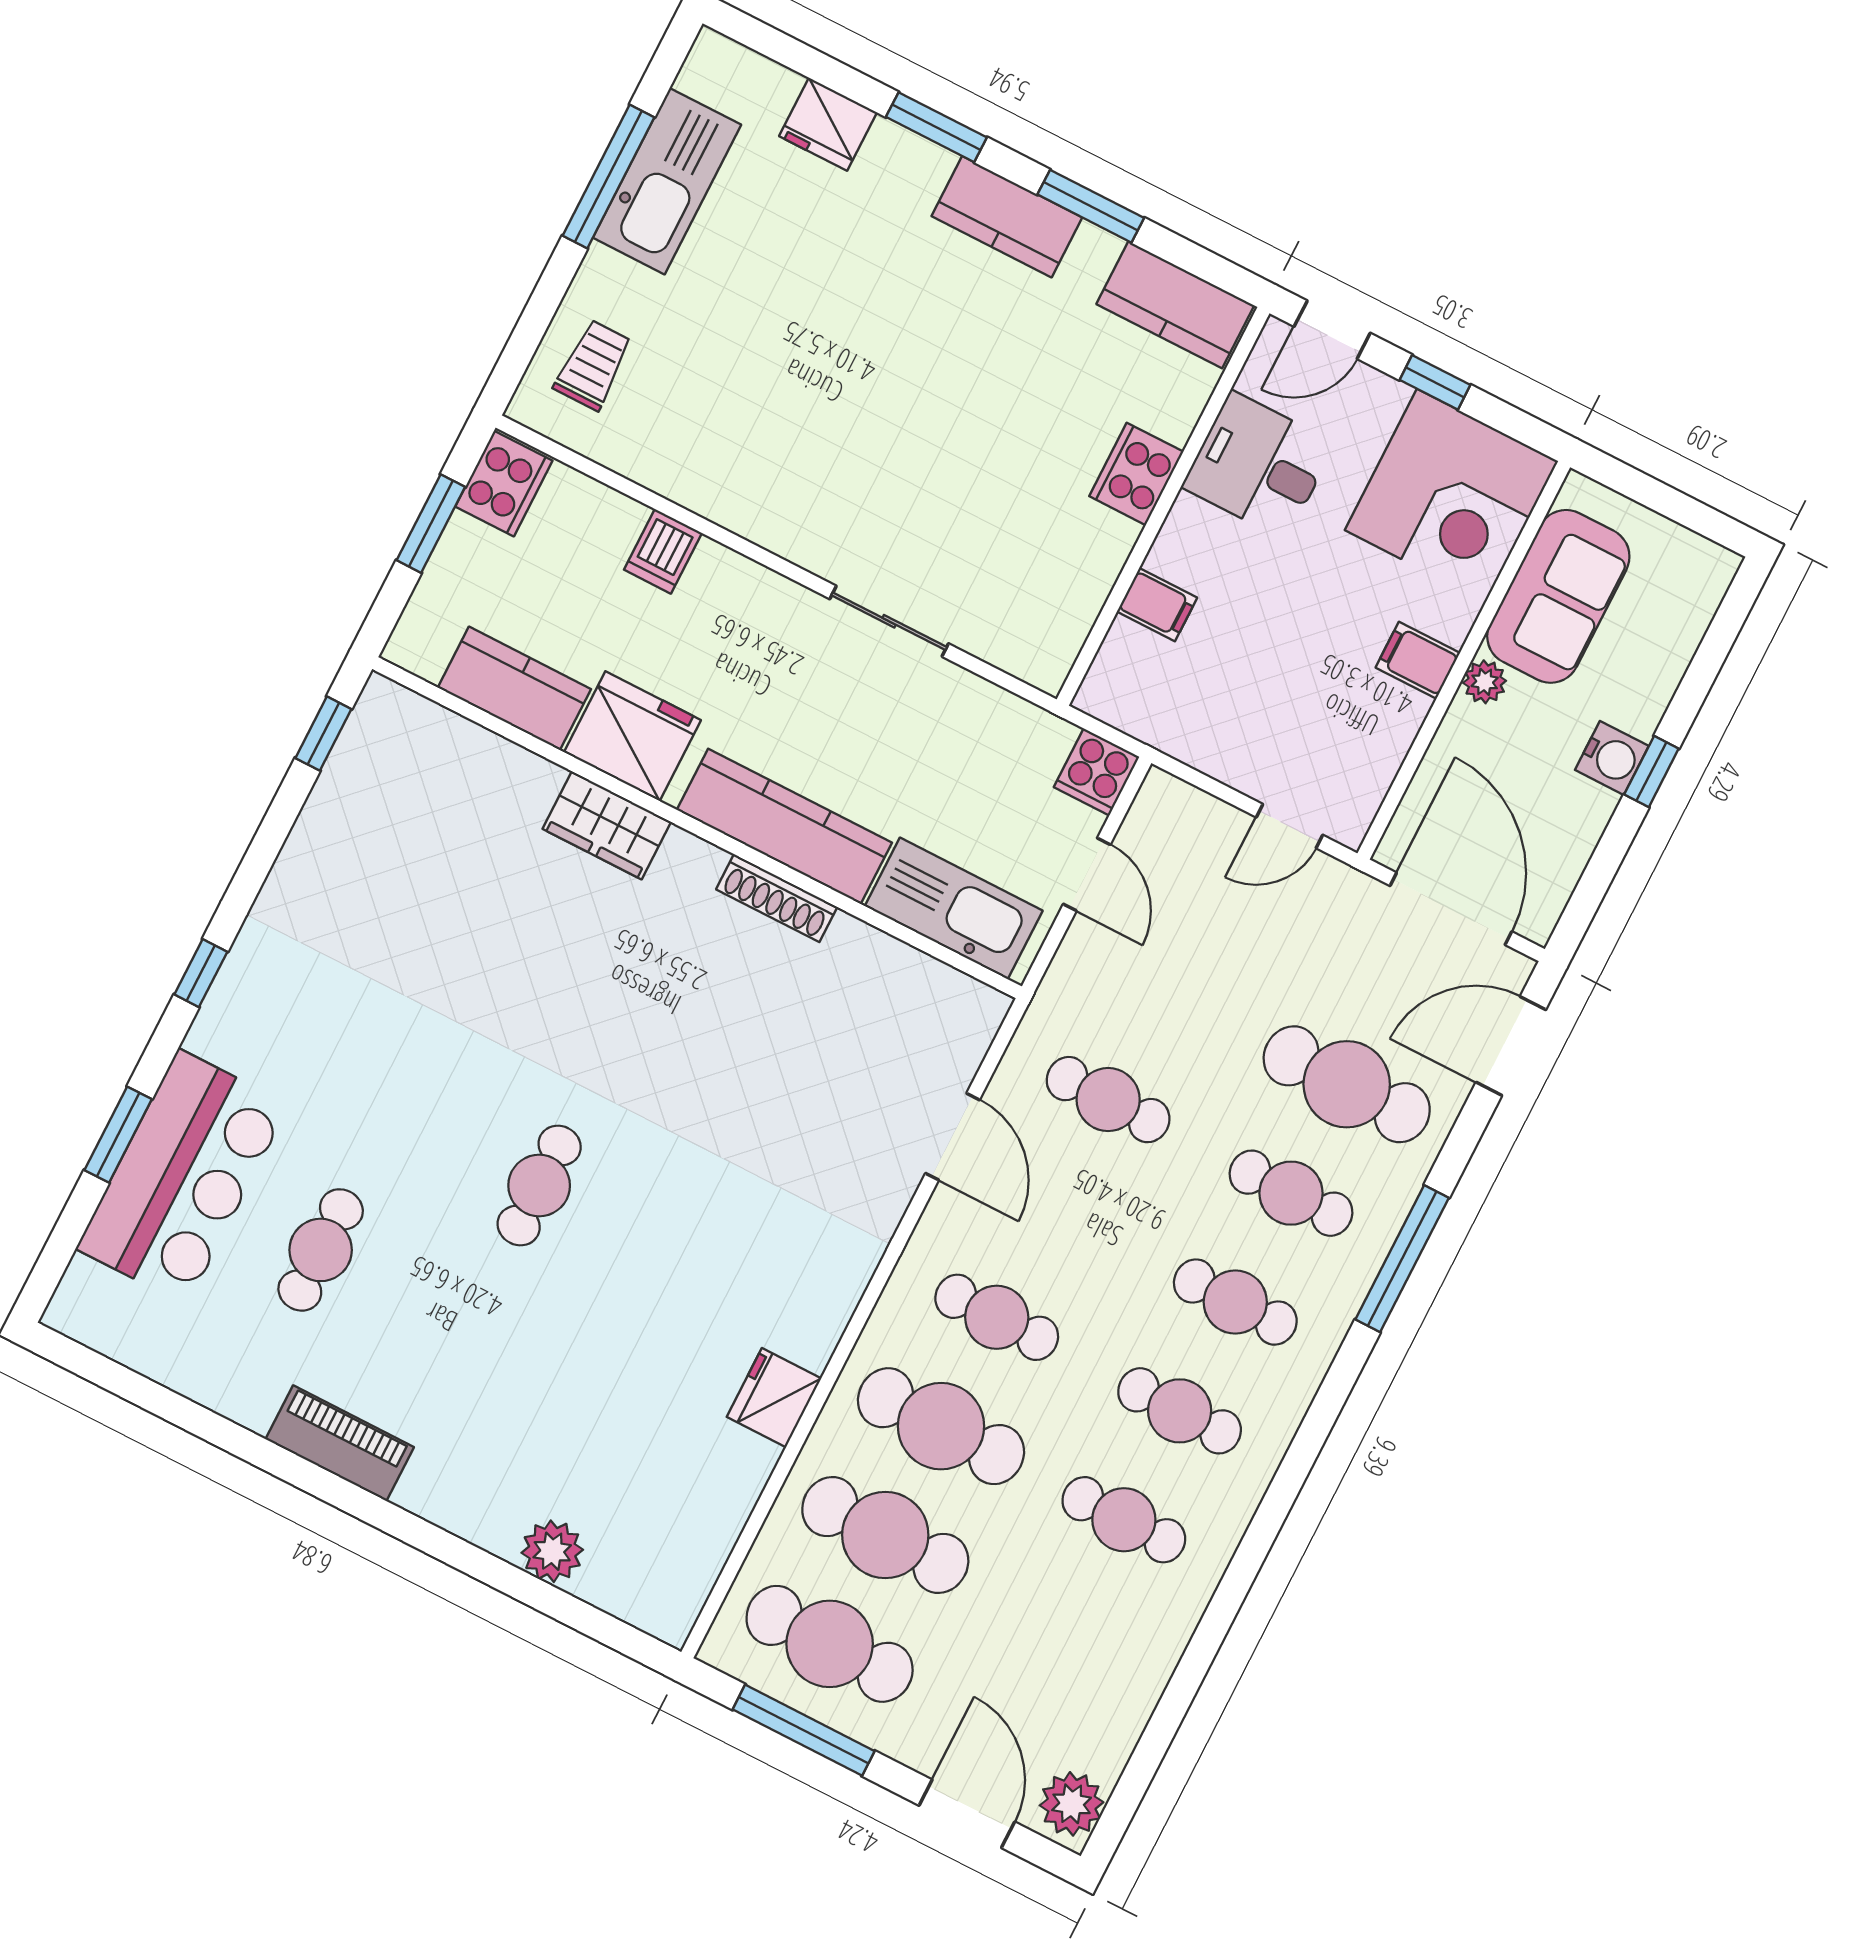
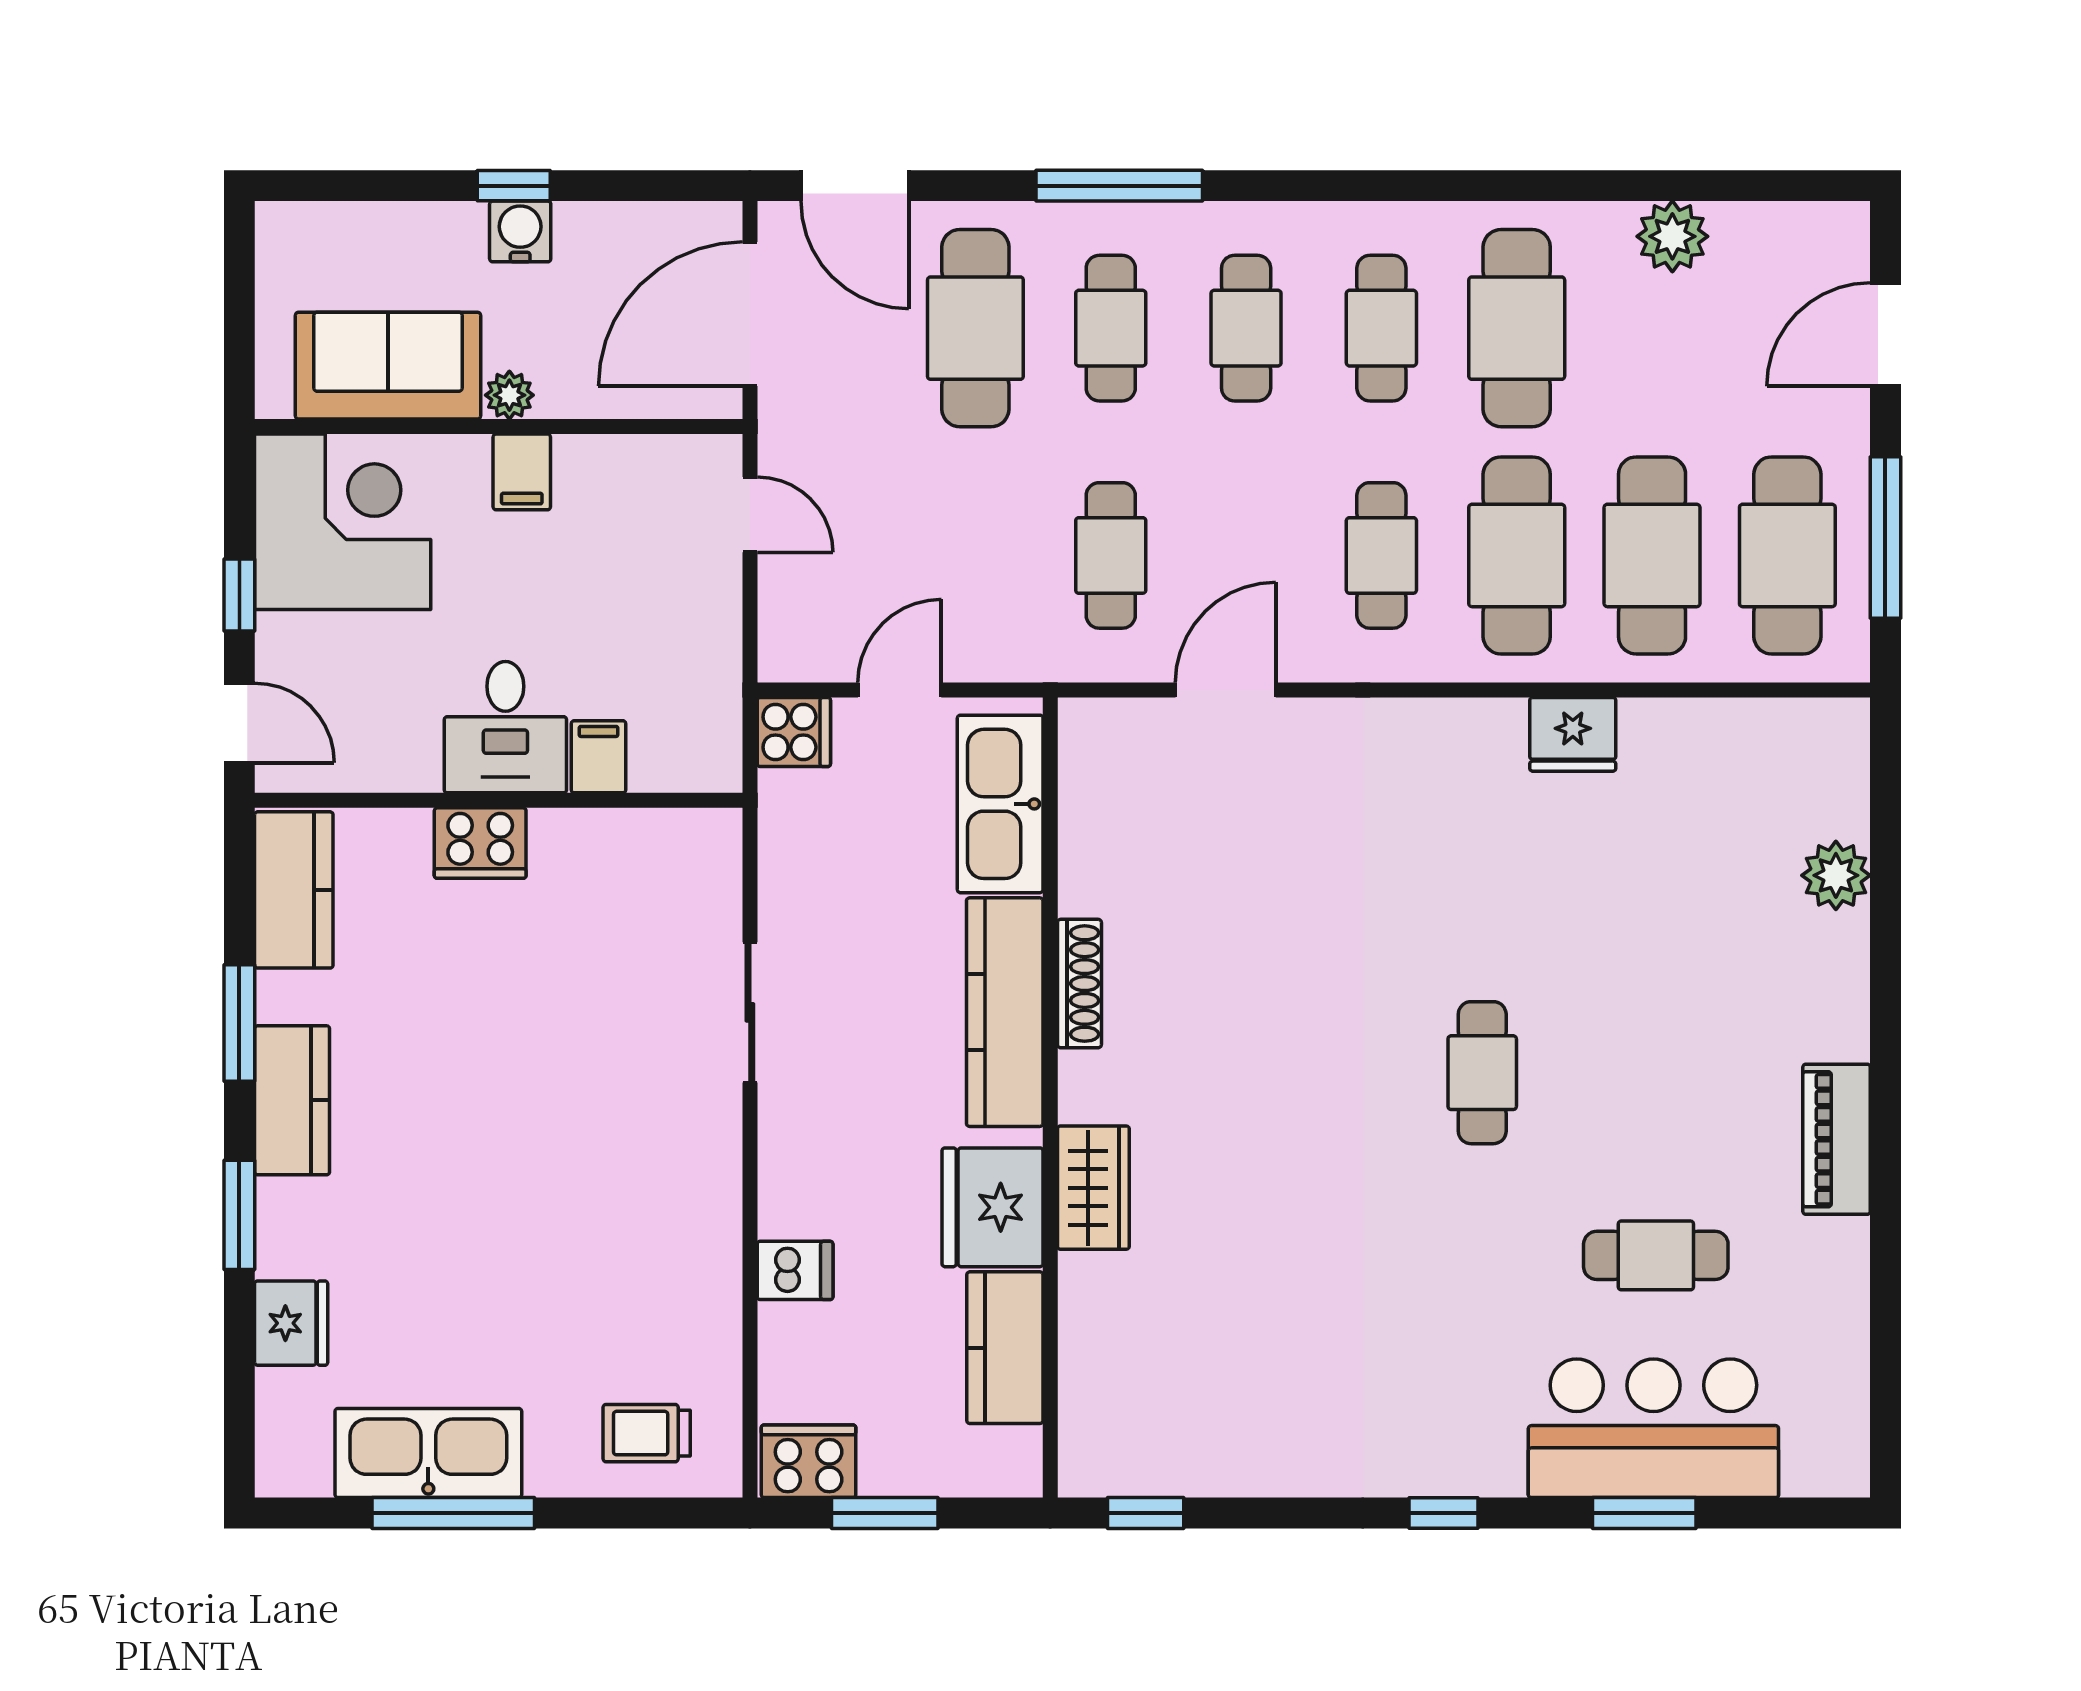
desk: (1259, 465) -> (505, 727), moved
cafe table: (539, 1186) -> (1482, 1073), turned 90
cafe table: (1124, 1520) -> (1517, 328), width x1.37, depth x1.35
plant: (1072, 1804) -> (1672, 236), moved

